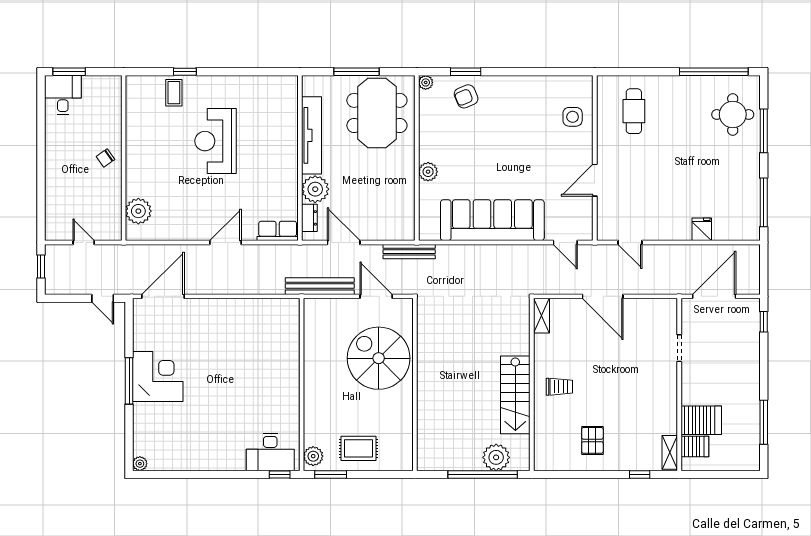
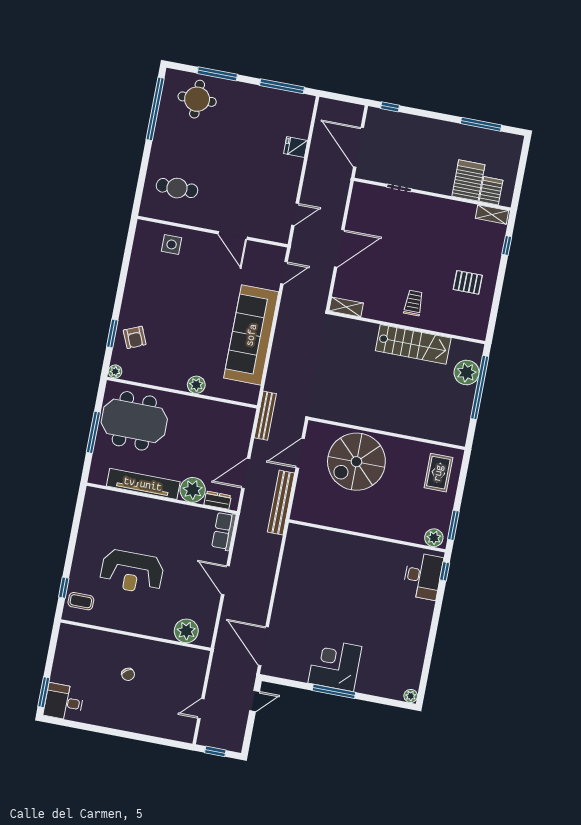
wall: (124, 158) -> (136, 635), moved
plant: (138, 211) -> (186, 631), moved
rug: (359, 448) -> (438, 473), moved

